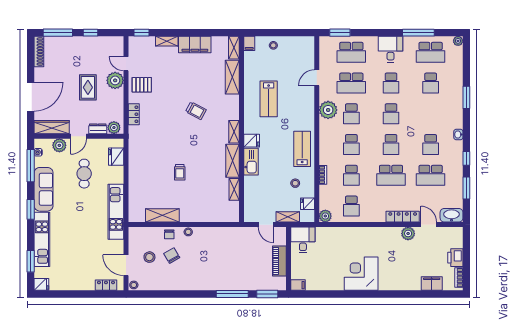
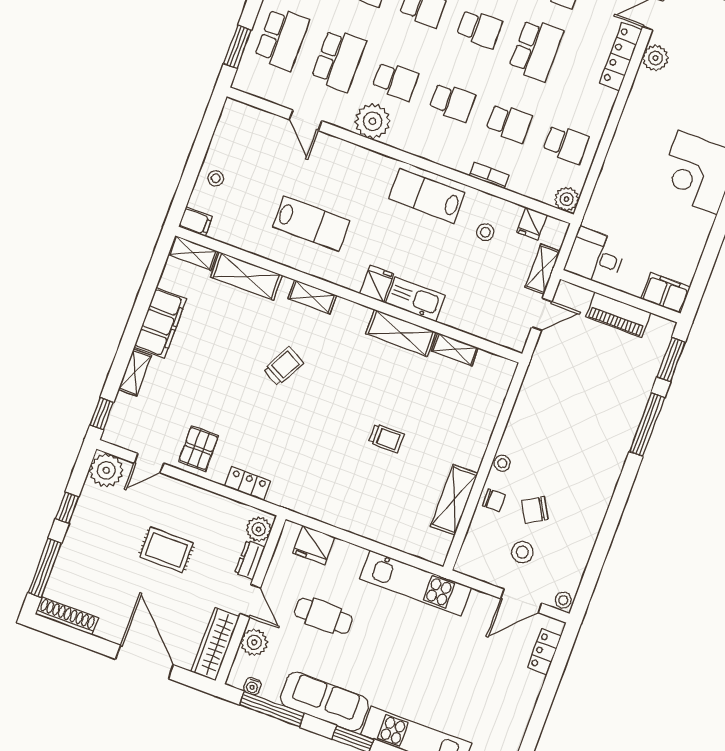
plant: (115, 80) -> (106, 470), moved
shelving: (234, 132) -> (312, 297), moved
filing cabinet: (298, 285) -> (666, 293), width x2.00

